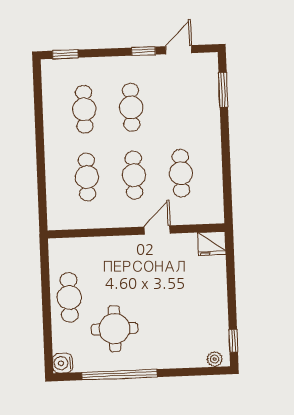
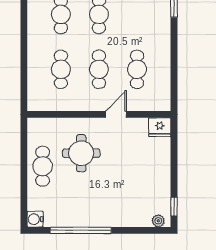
round table: (115, 329) -> (81, 153), moved

